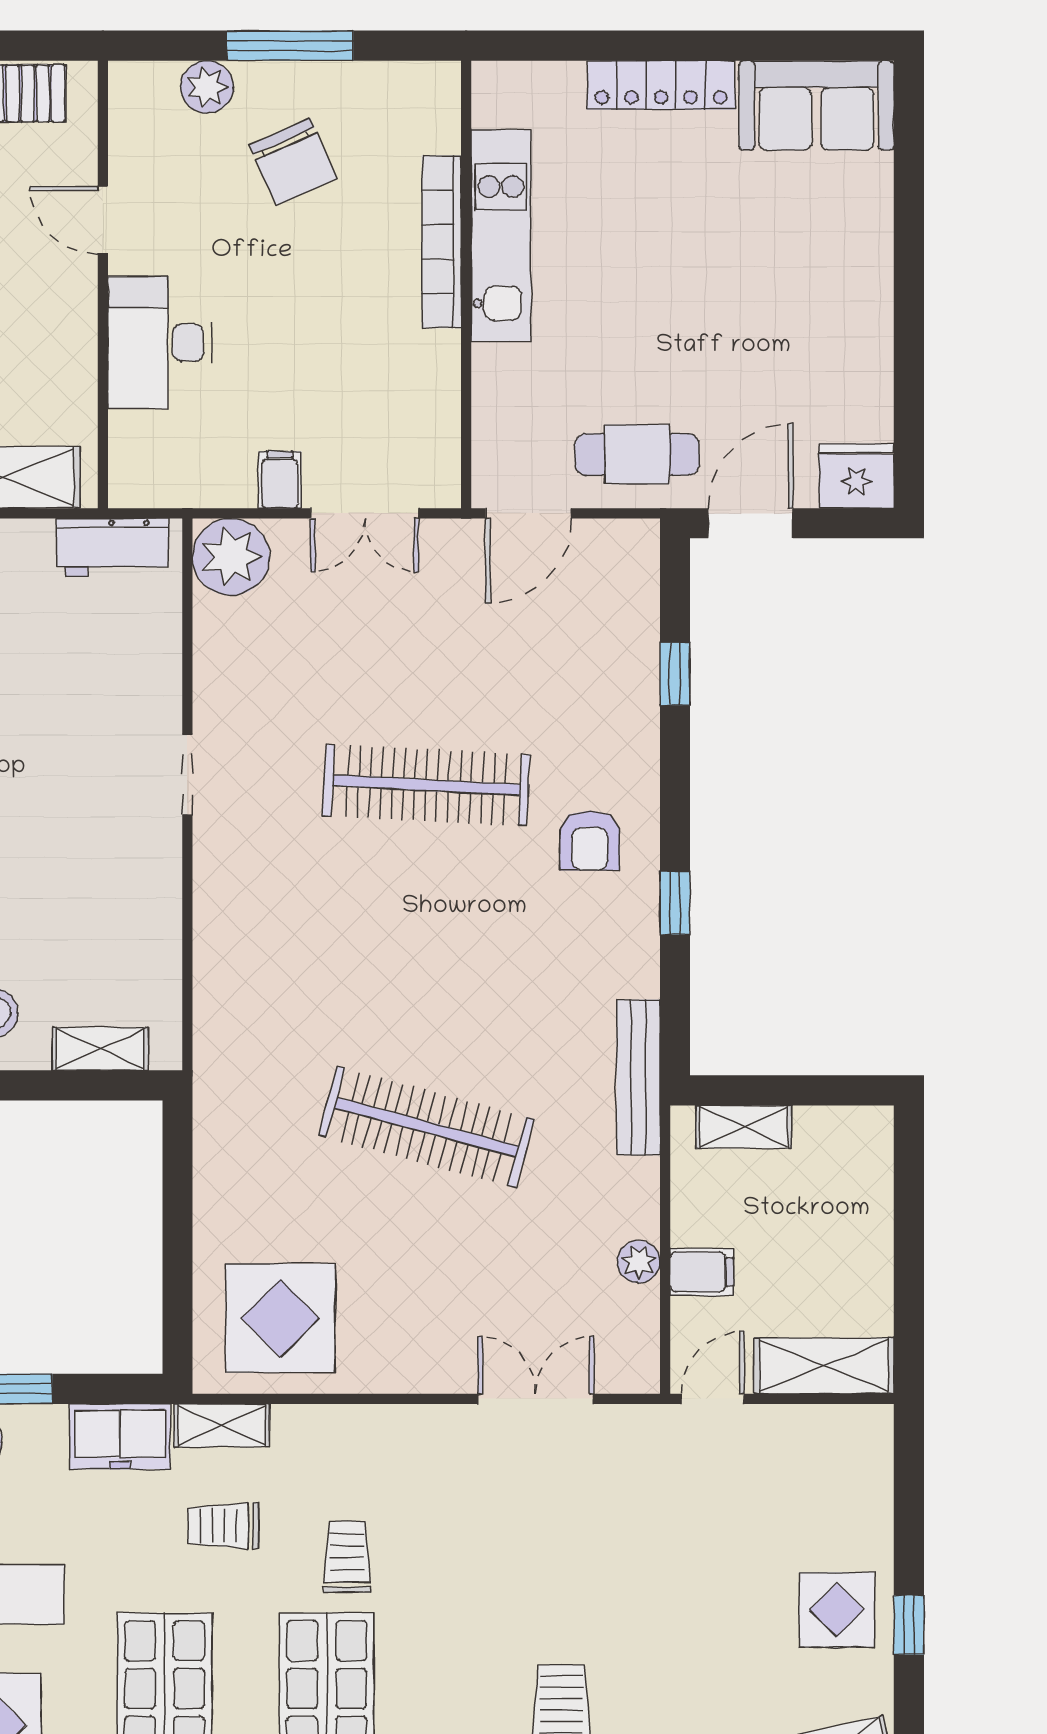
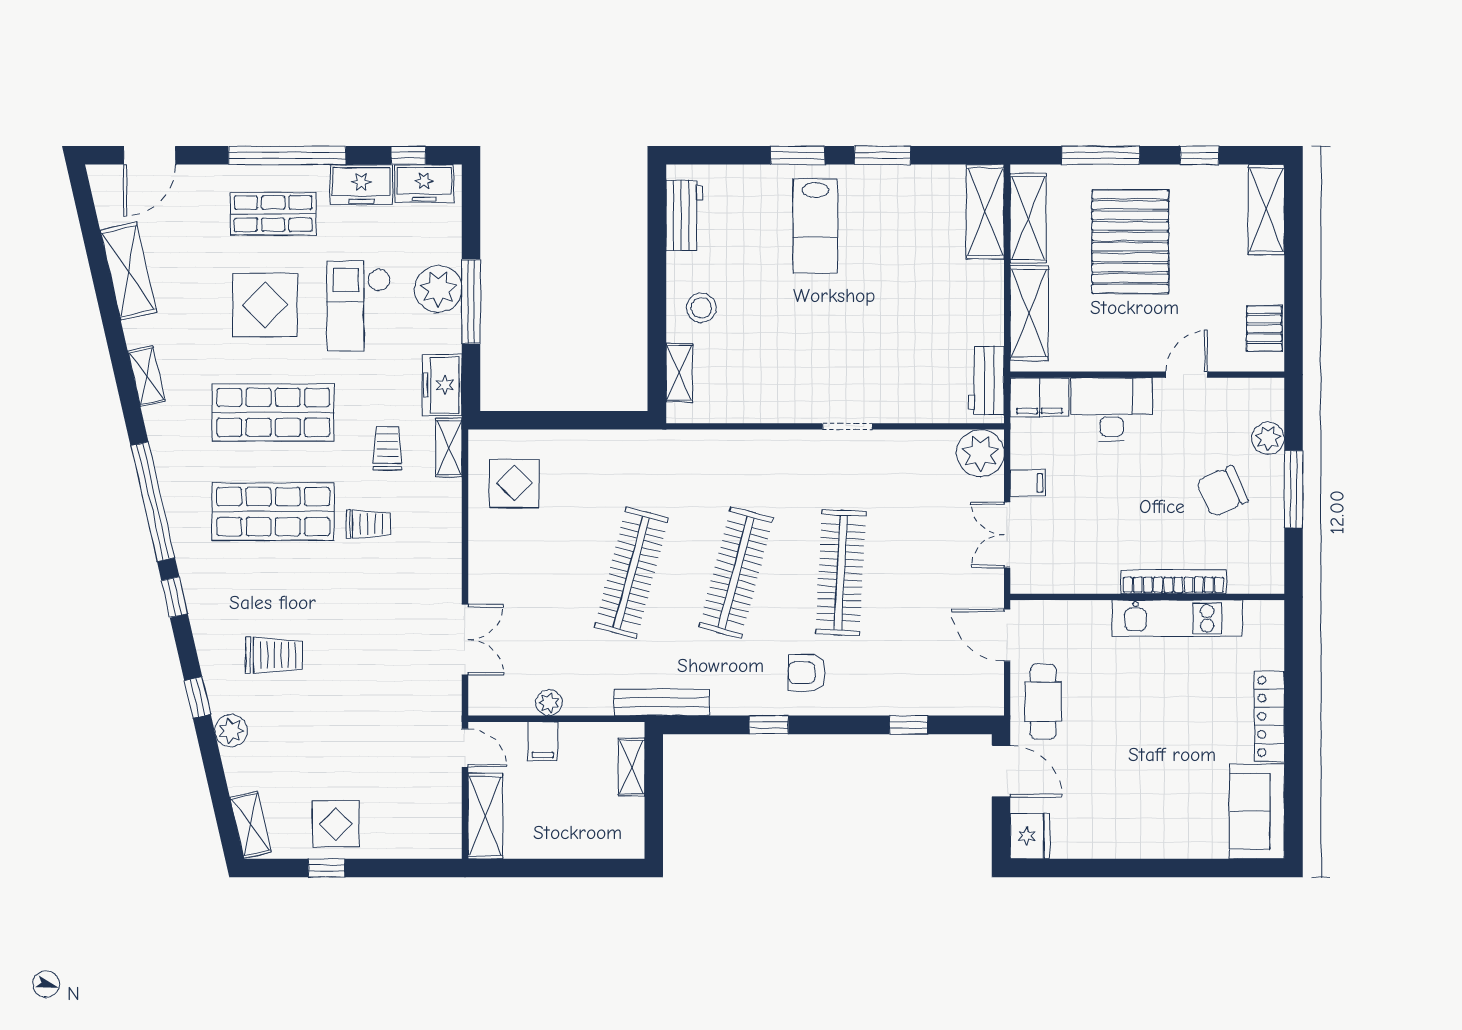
filing cabinet: (140, 461) -> (1039, 397), added
clothes rail: (426, 956) -> (736, 573), added
display table: (280, 1318) -> (514, 483), width x0.73, depth x0.73

